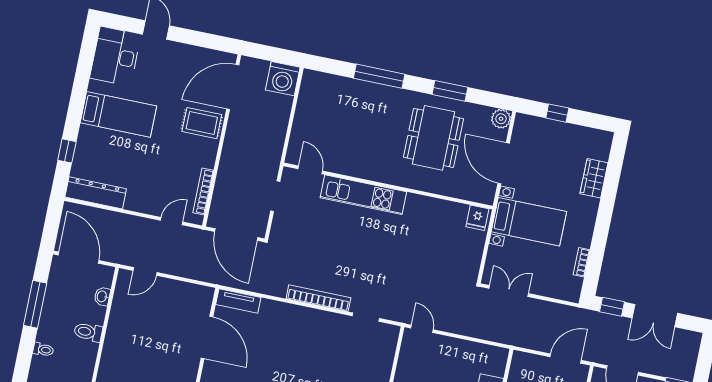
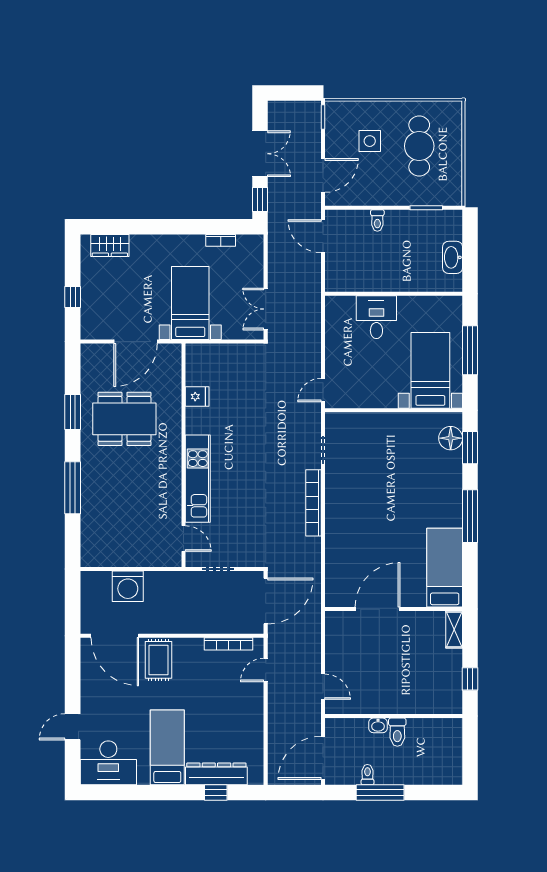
washing machine: (283, 79) -> (128, 586), moved, turned 90
plant: (501, 119) -> (90, 354), removed
door: (310, 170) -> (183, 539), swing flipped
wardrobe: (594, 178) -> (110, 246), moved
dresser: (96, 193) -> (216, 774), moved, turned 90
fridge: (477, 218) -> (197, 397), moved
door: (172, 221) -> (266, 670), hinge flipped
washbasin: (102, 296) -> (378, 725), moved
tv unit: (238, 301) -> (333, 585), removed
toilet: (43, 350) -> (367, 775), moved

